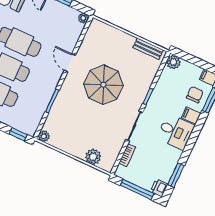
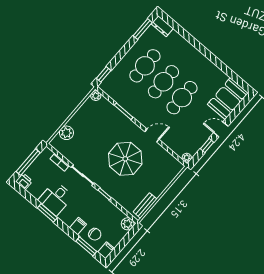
desk: (176, 132) -> (56, 198), moved
window: (176, 175) -> (47, 213), moved

